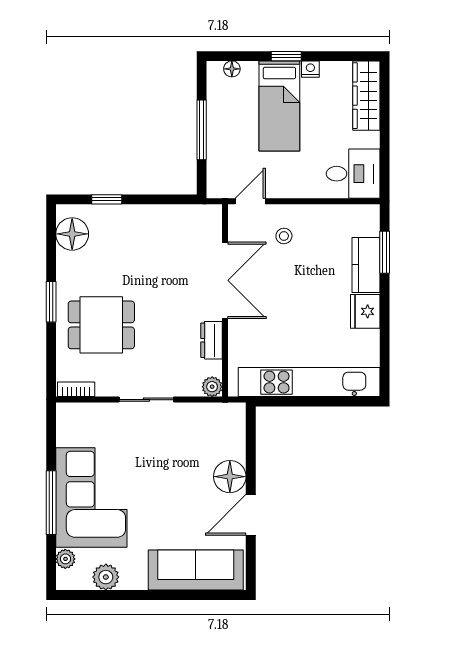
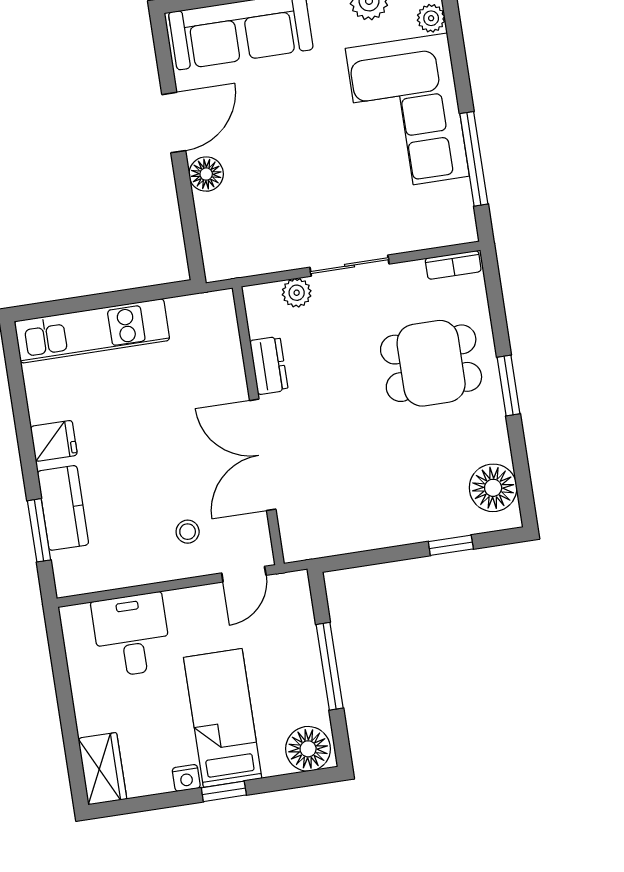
floor lamp: (232, 69) -> (308, 749), width x1.89, depth x1.89
wardrobe: (366, 96) -> (102, 769), width x0.67
desk: (353, 174) -> (132, 635), moved, turned 90
fridge: (365, 311) -> (54, 441), width x0.72
kitchen unit: (309, 382) -> (92, 331), width x0.73
plant: (212, 387) -> (297, 293), moved
floor lamp: (230, 477) -> (206, 174), width x0.73, depth x0.73
window: (51, 503) -> (474, 159), moved

